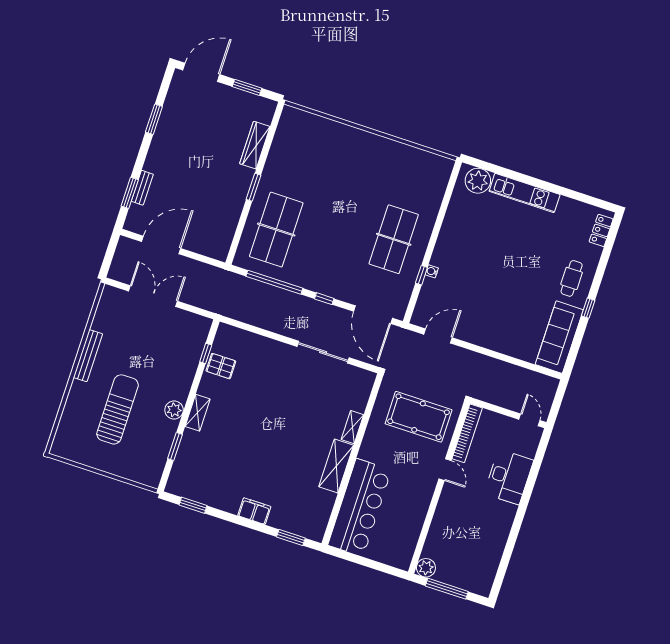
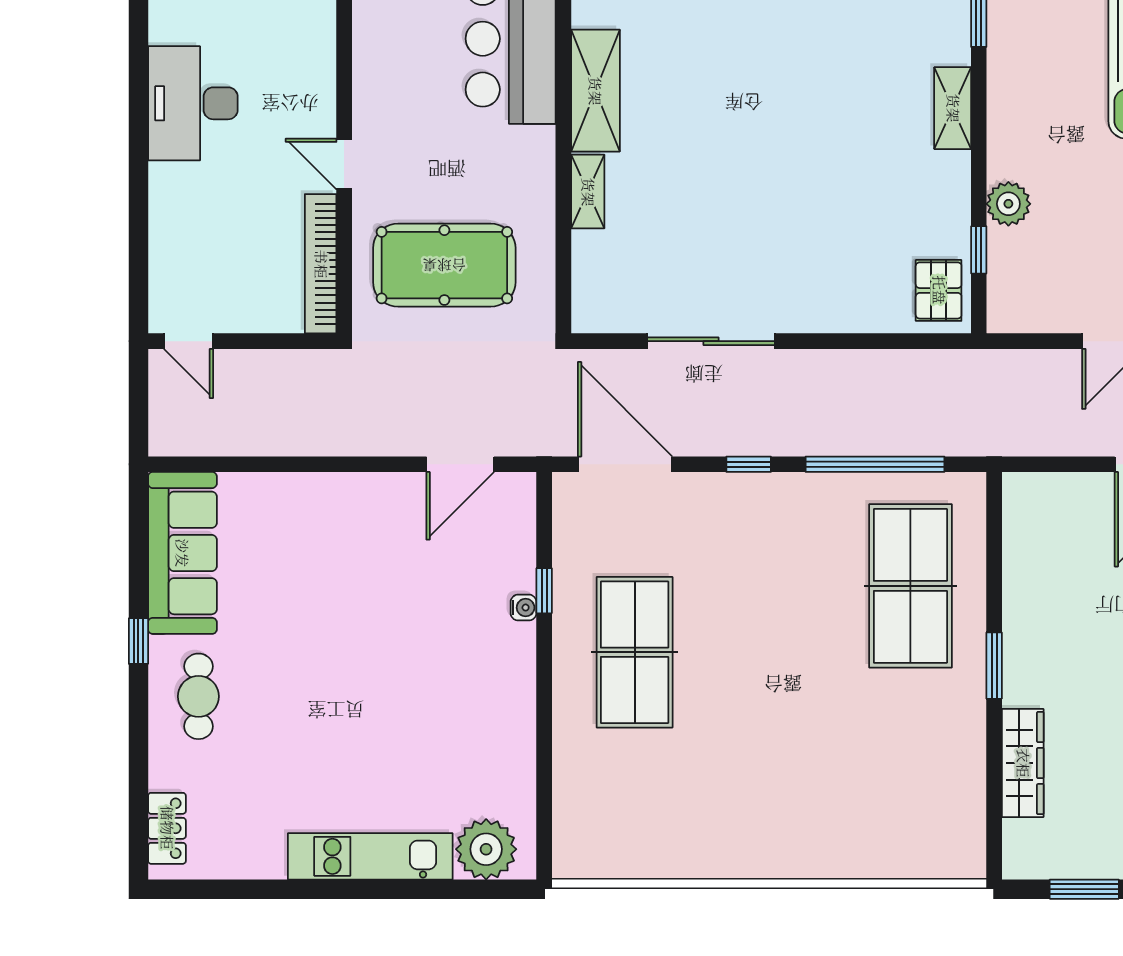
pallet: (221, 366) -> (939, 290), moved, turned 90
plant: (174, 410) -> (1008, 204), moved
desk: (509, 477) -> (193, 103), moved

